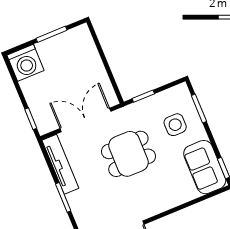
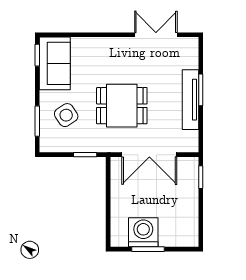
washing machine: (25, 63) -> (143, 232), moved
side table: (175, 125) -> (66, 115), turned -34
tv unit: (60, 164) -> (190, 100), moved

